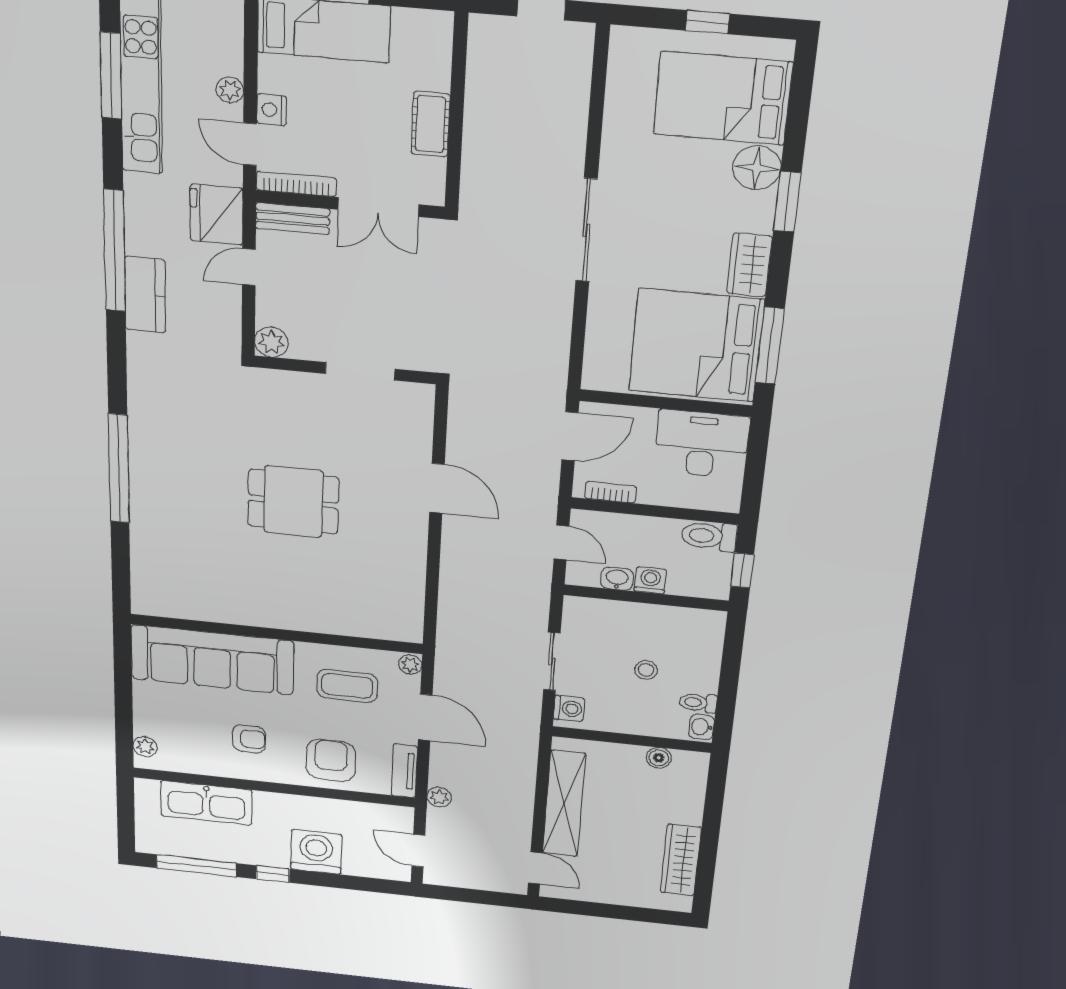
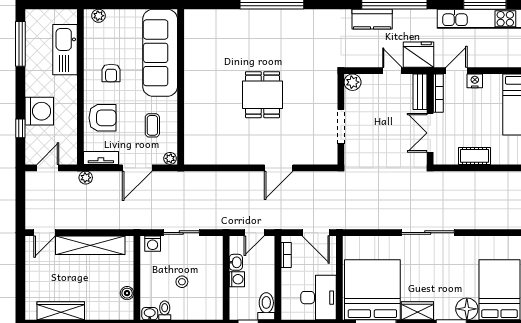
plant: (230, 90) -> (483, 61), removed
coffee table: (347, 686) -> (152, 125), width x0.73, depth x0.77
window: (273, 874) -> (20, 128), moved

